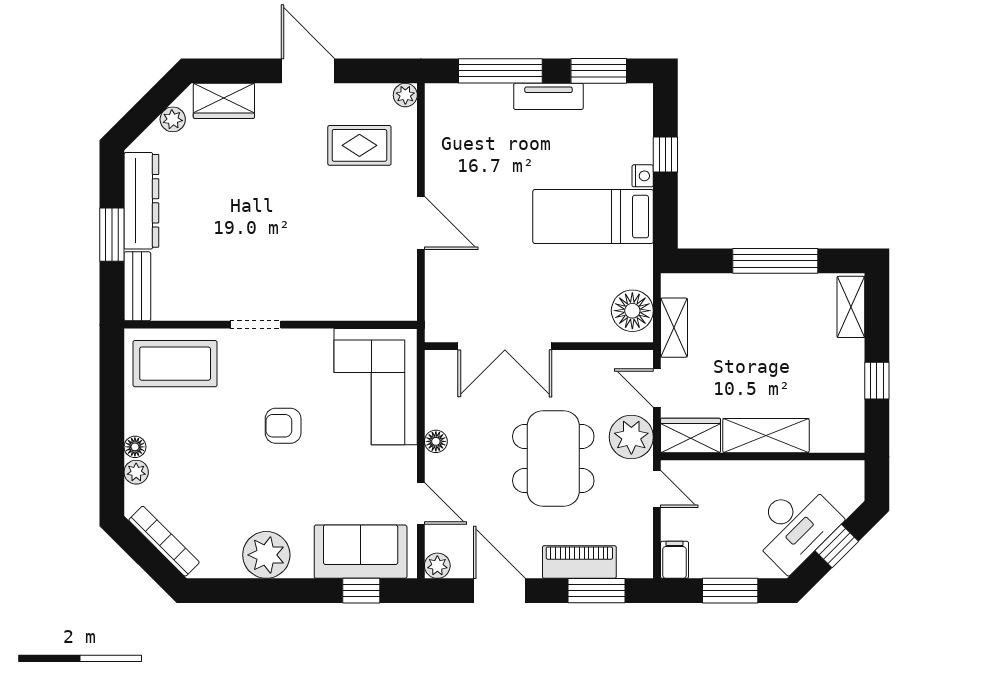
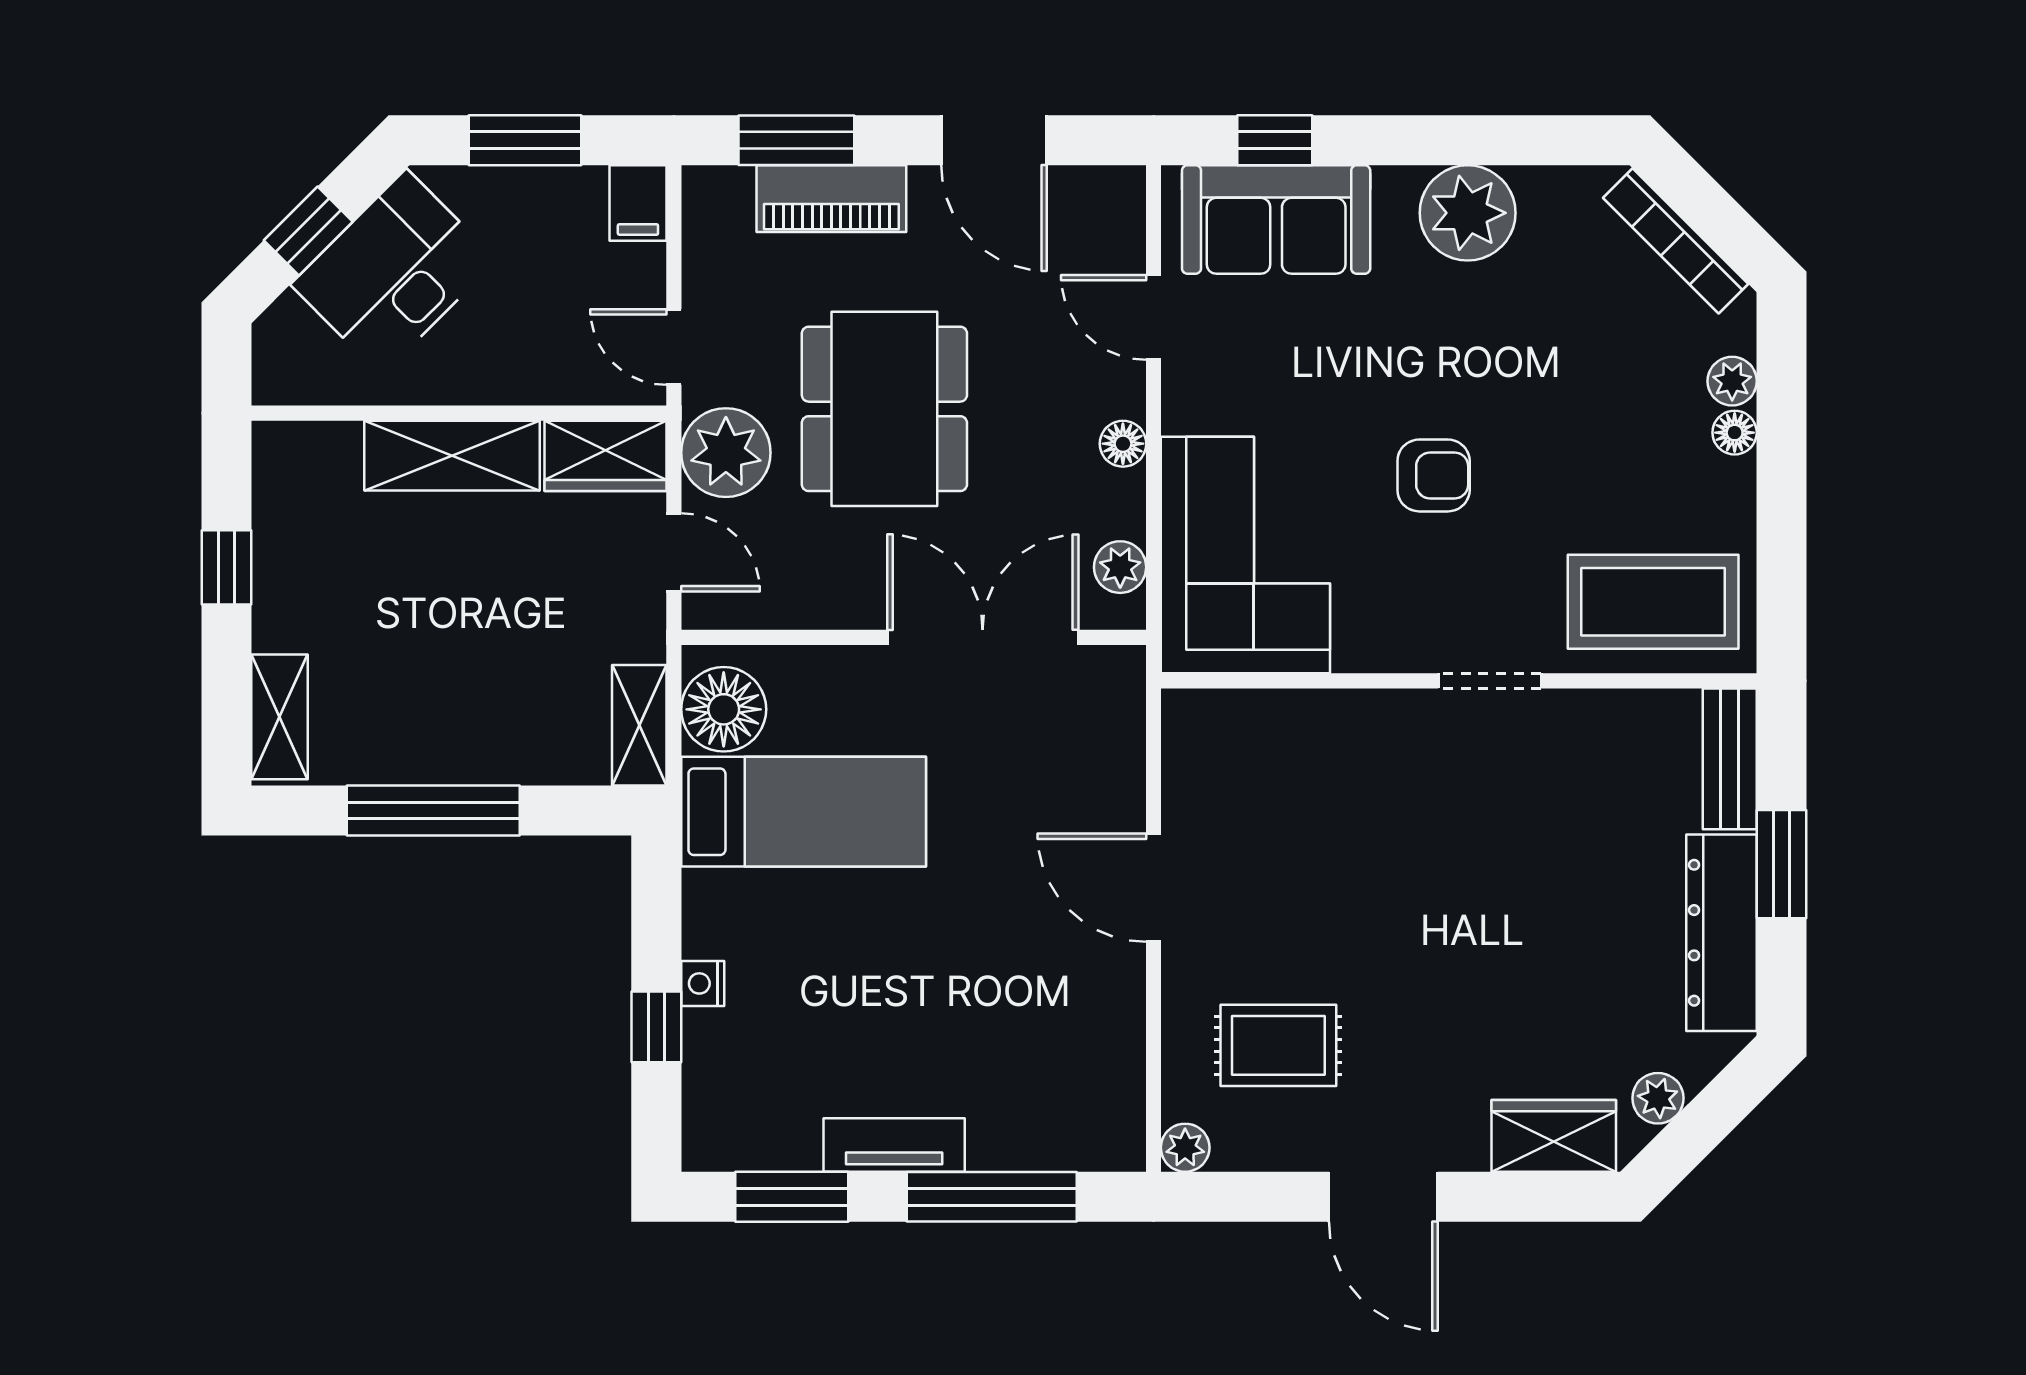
bed: (593, 217) -> (804, 812), moved
shelving: (674, 328) -> (639, 725), moved
plant: (437, 566) -> (1120, 567), moved

